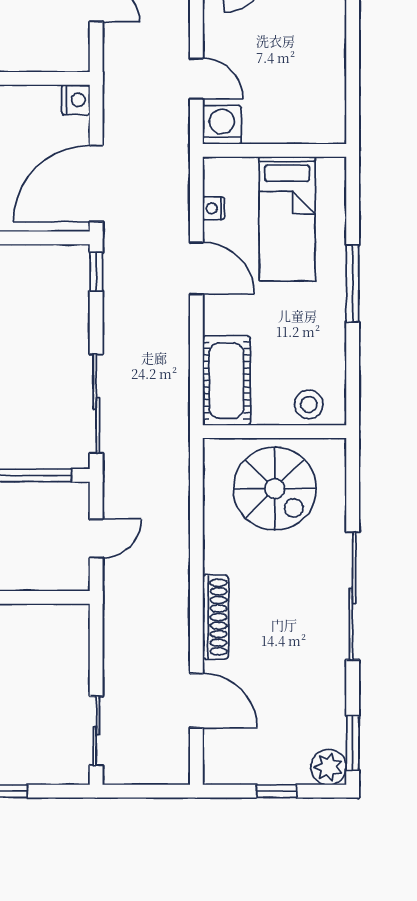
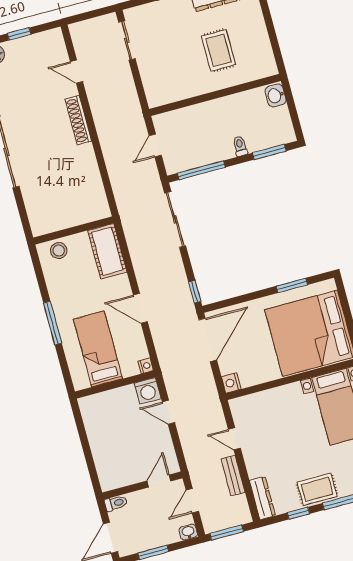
nightstand: (213, 208) -> (146, 366), moved
spiral stairs: (275, 489) -> (65, 199), removed
door: (196, 701) -> (77, 72), width x0.73

